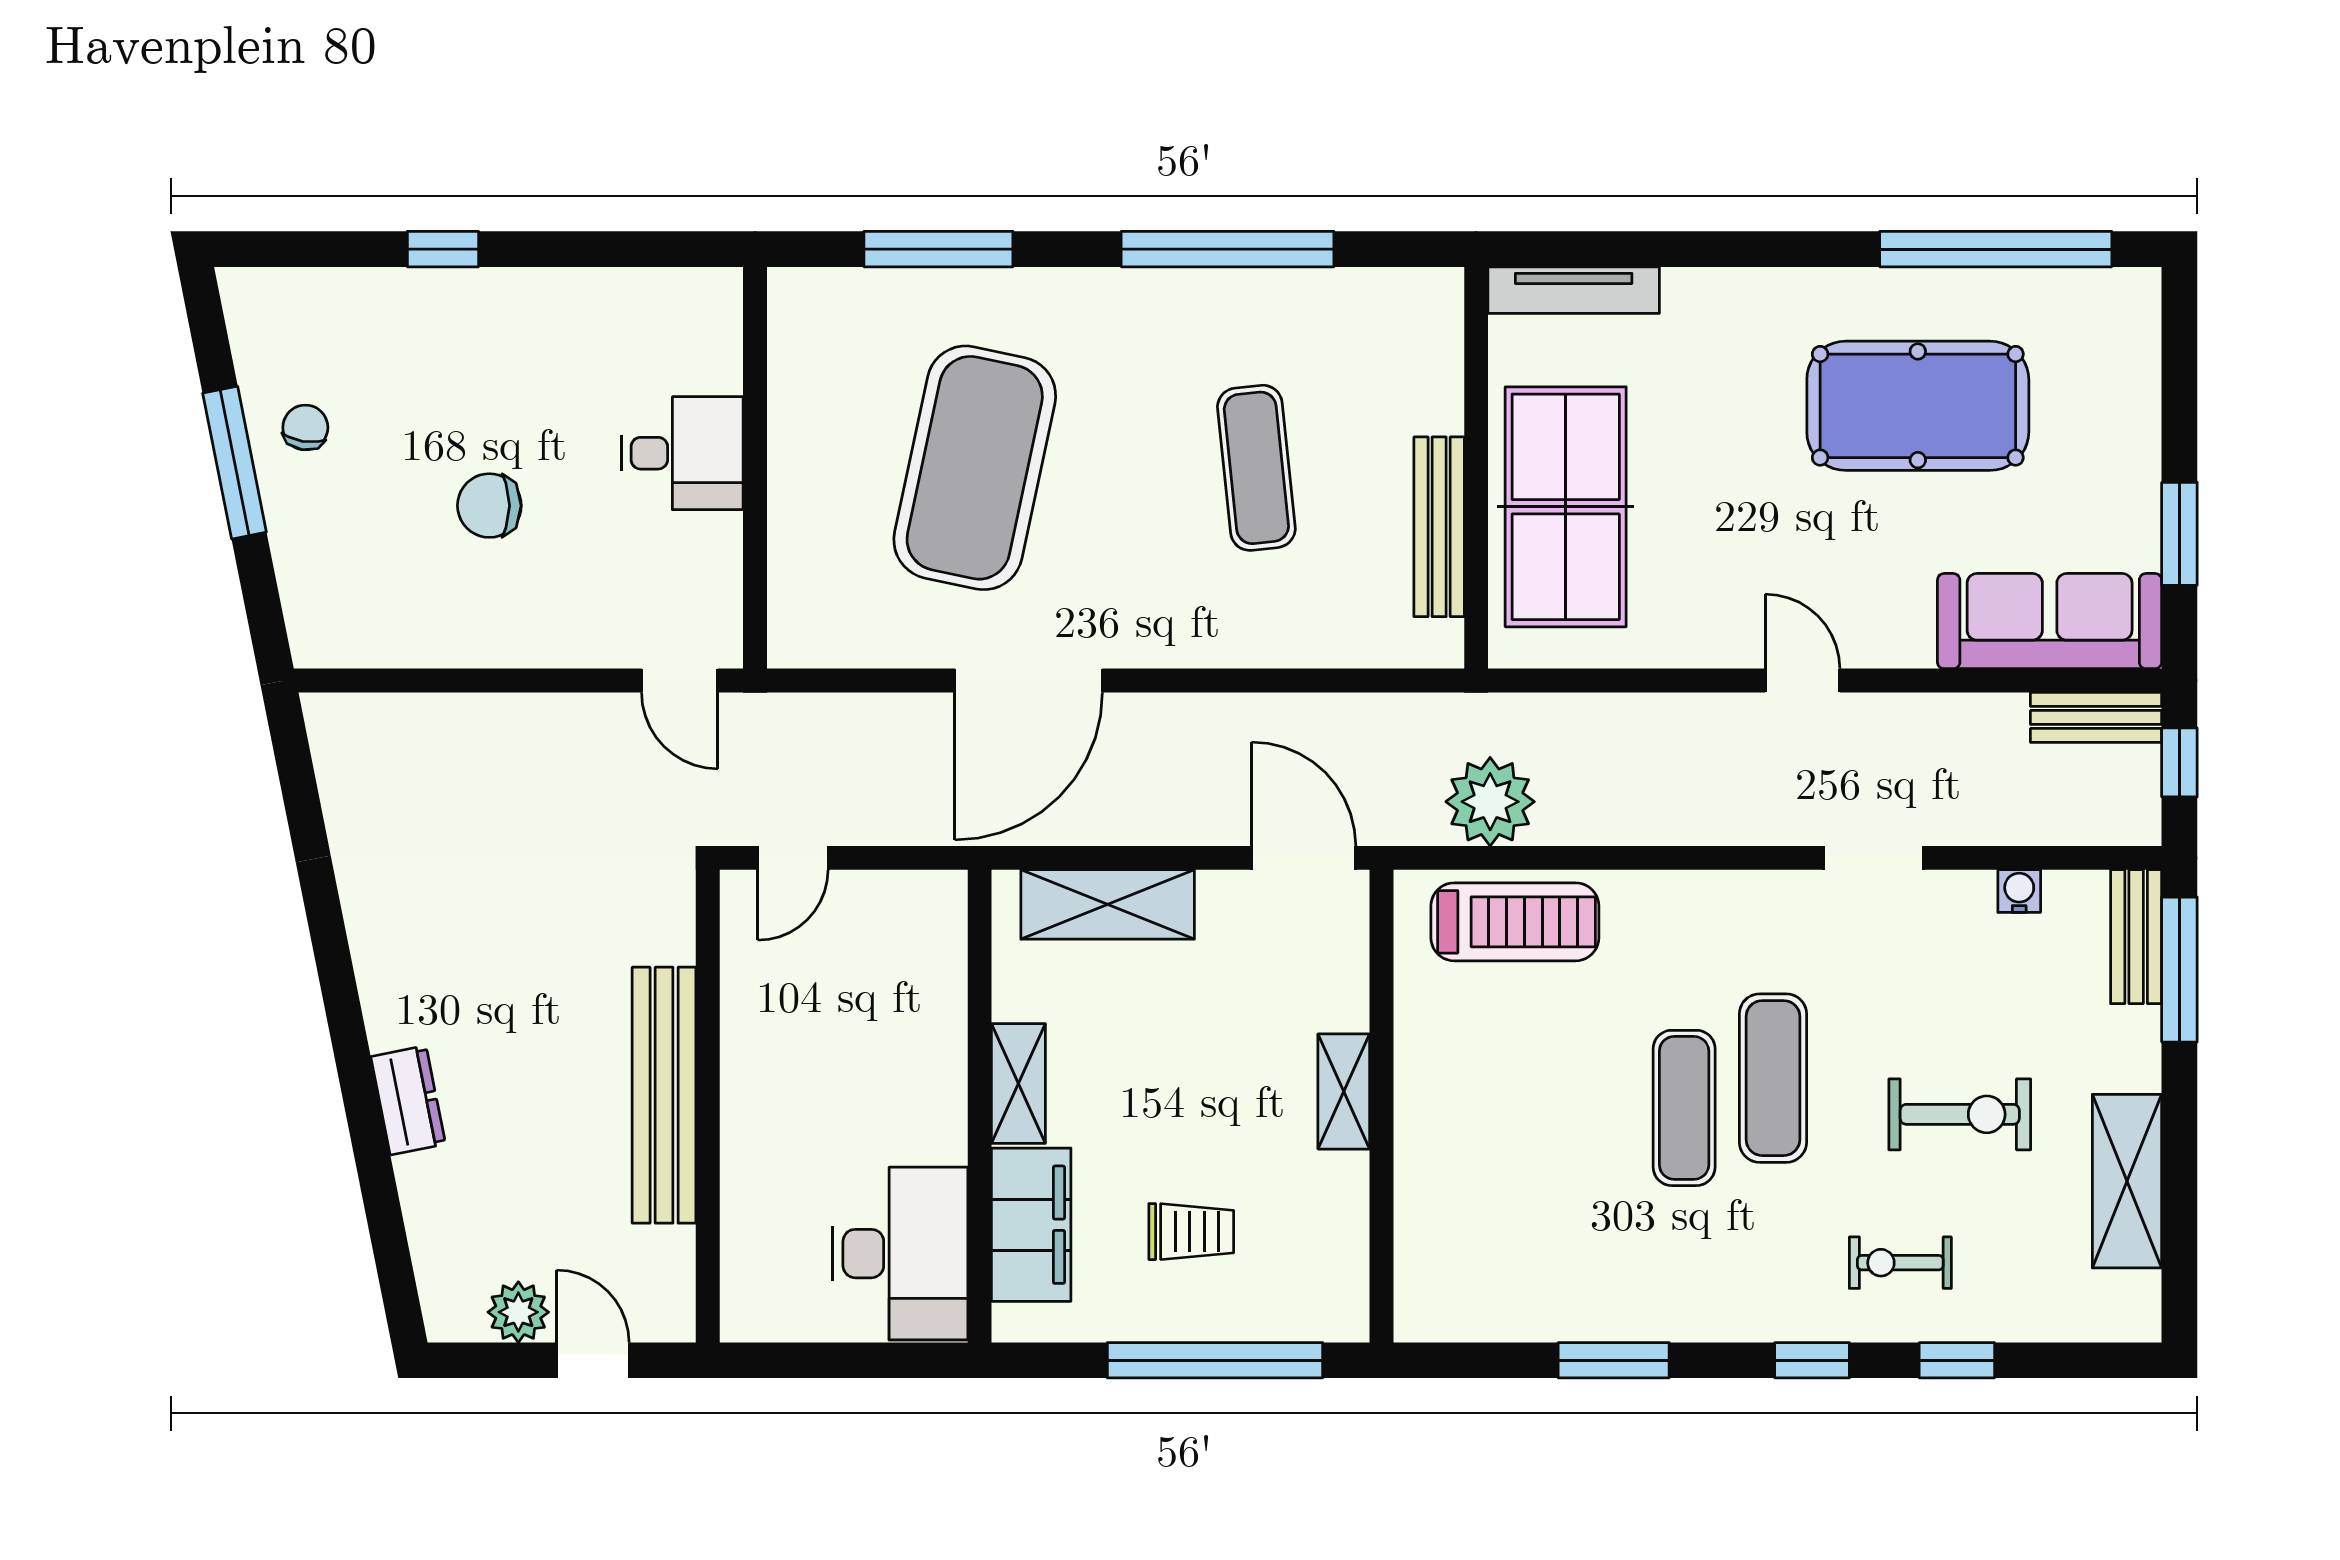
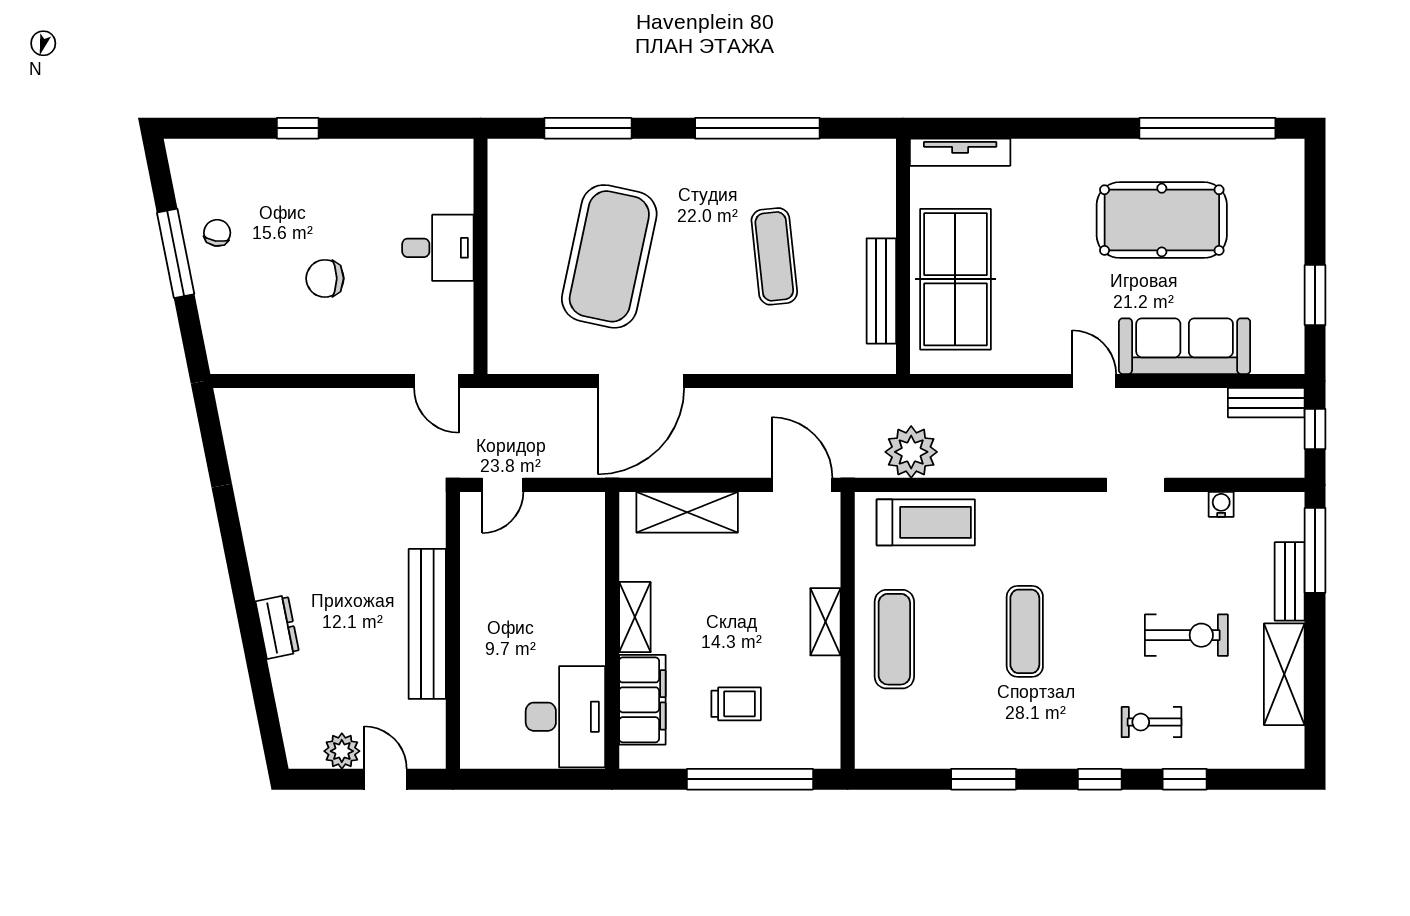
sofa: (2050, 621) -> (1185, 346), moved
bench: (2136, 937) -> (1290, 581), moved
exercise mat: (1773, 1078) -> (894, 639), moved

